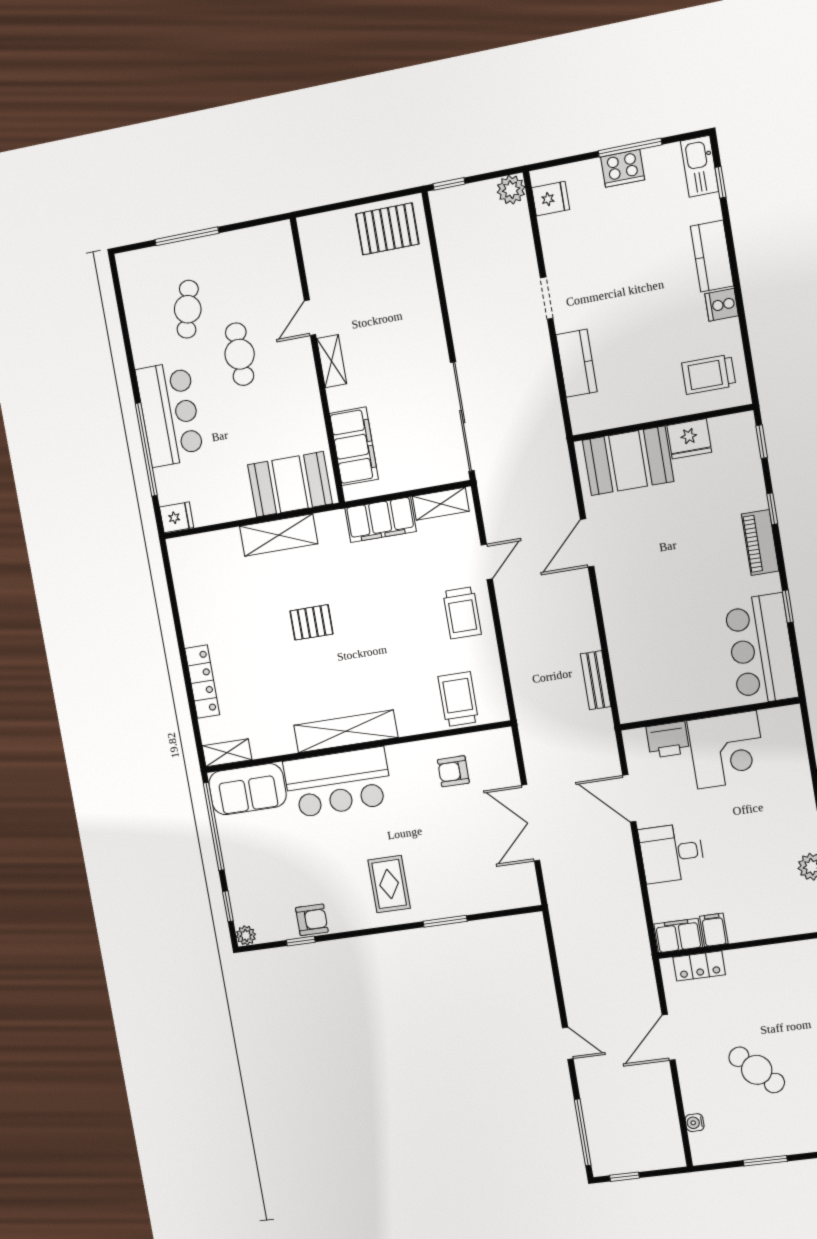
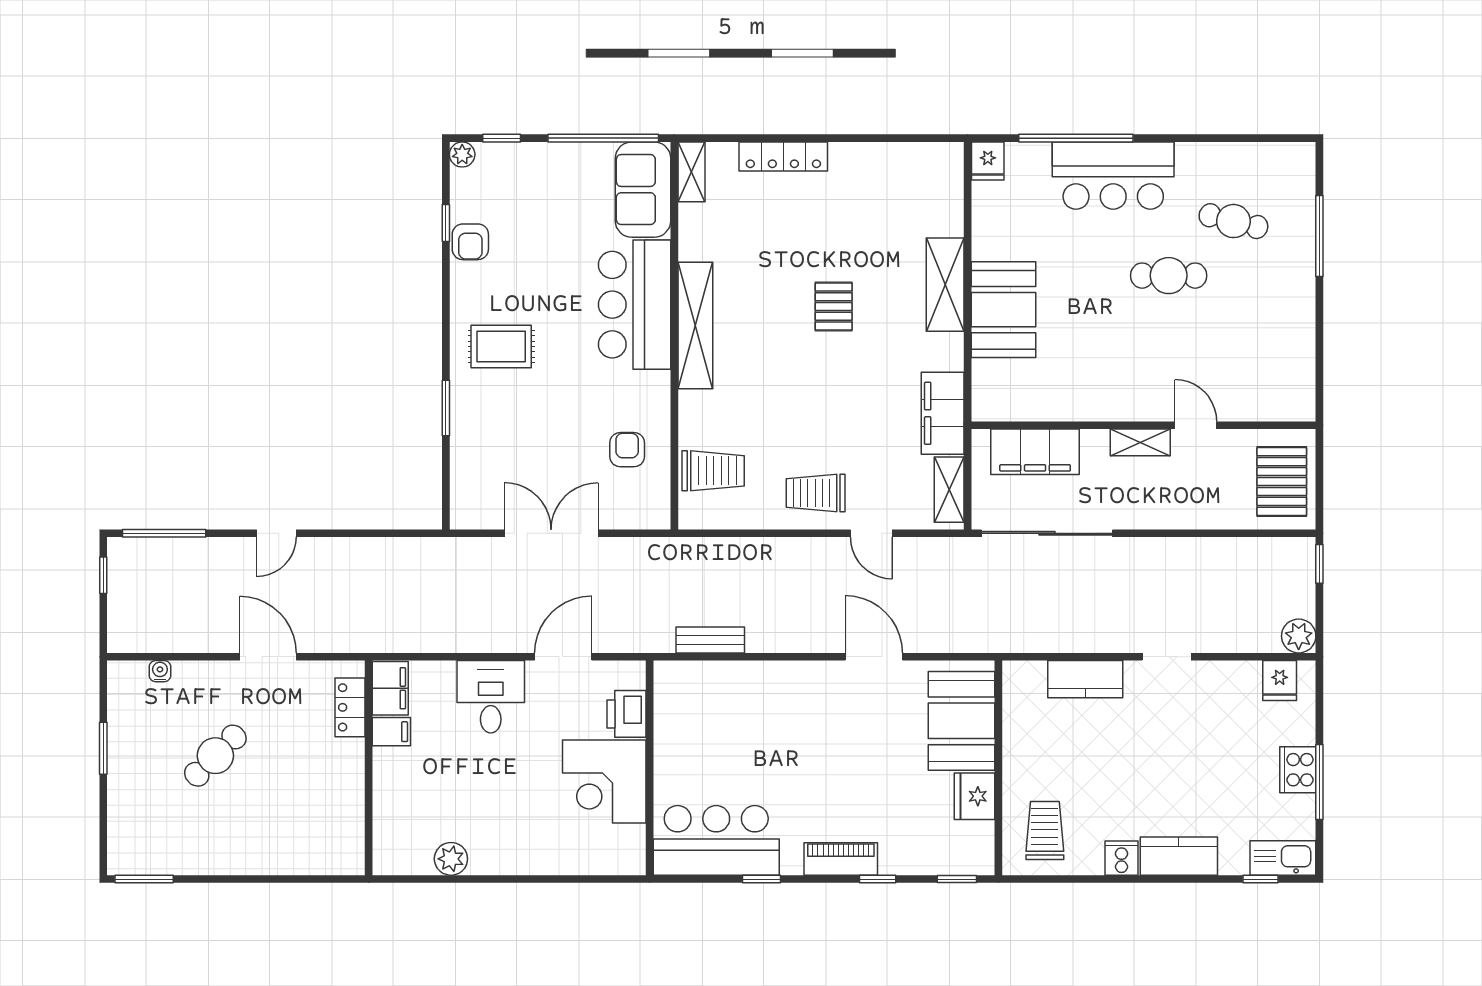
door: (310, 318) -> (1196, 425), moved
wall: (317, 361) -> (1144, 425), moved
shelving: (332, 361) -> (1140, 442), moved
filing cabinet: (354, 446) -> (1035, 452), moved

